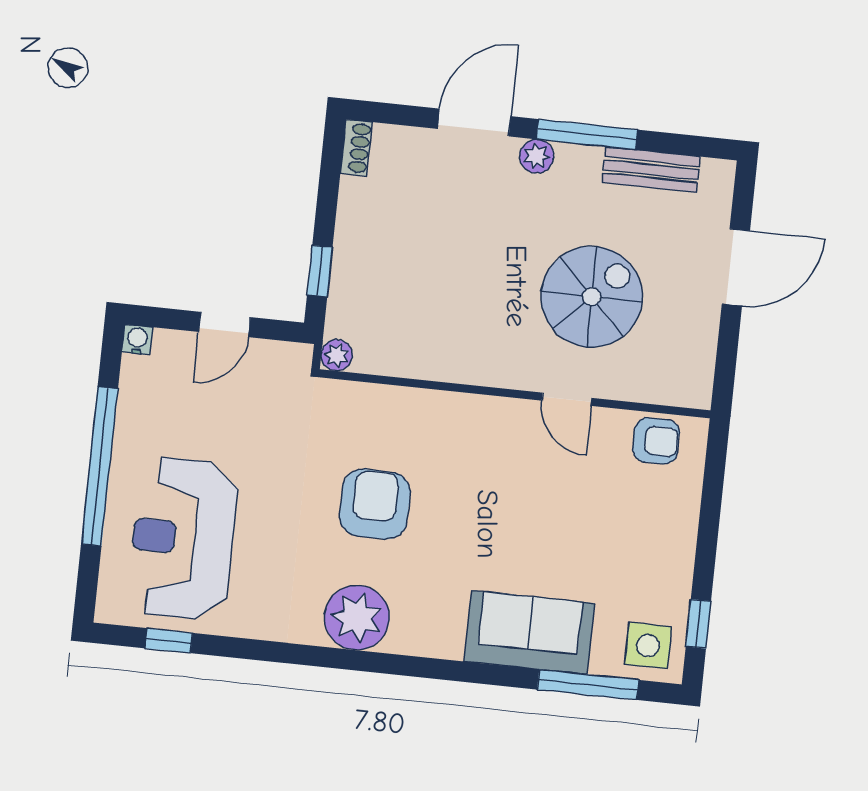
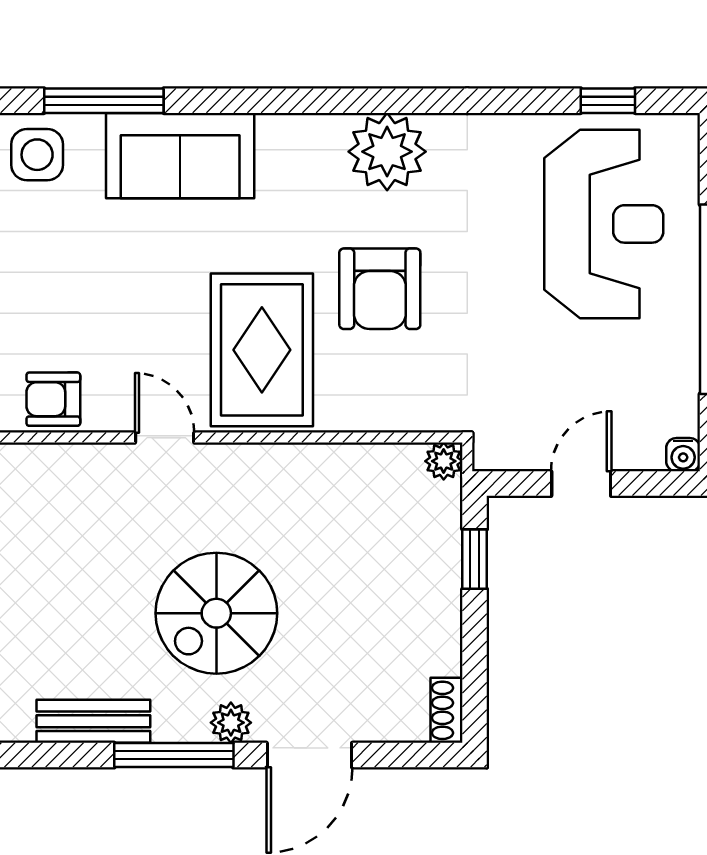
spiral stairs: (592, 297) -> (216, 613), moved
rug: (478, 464) -> (262, 350), added

